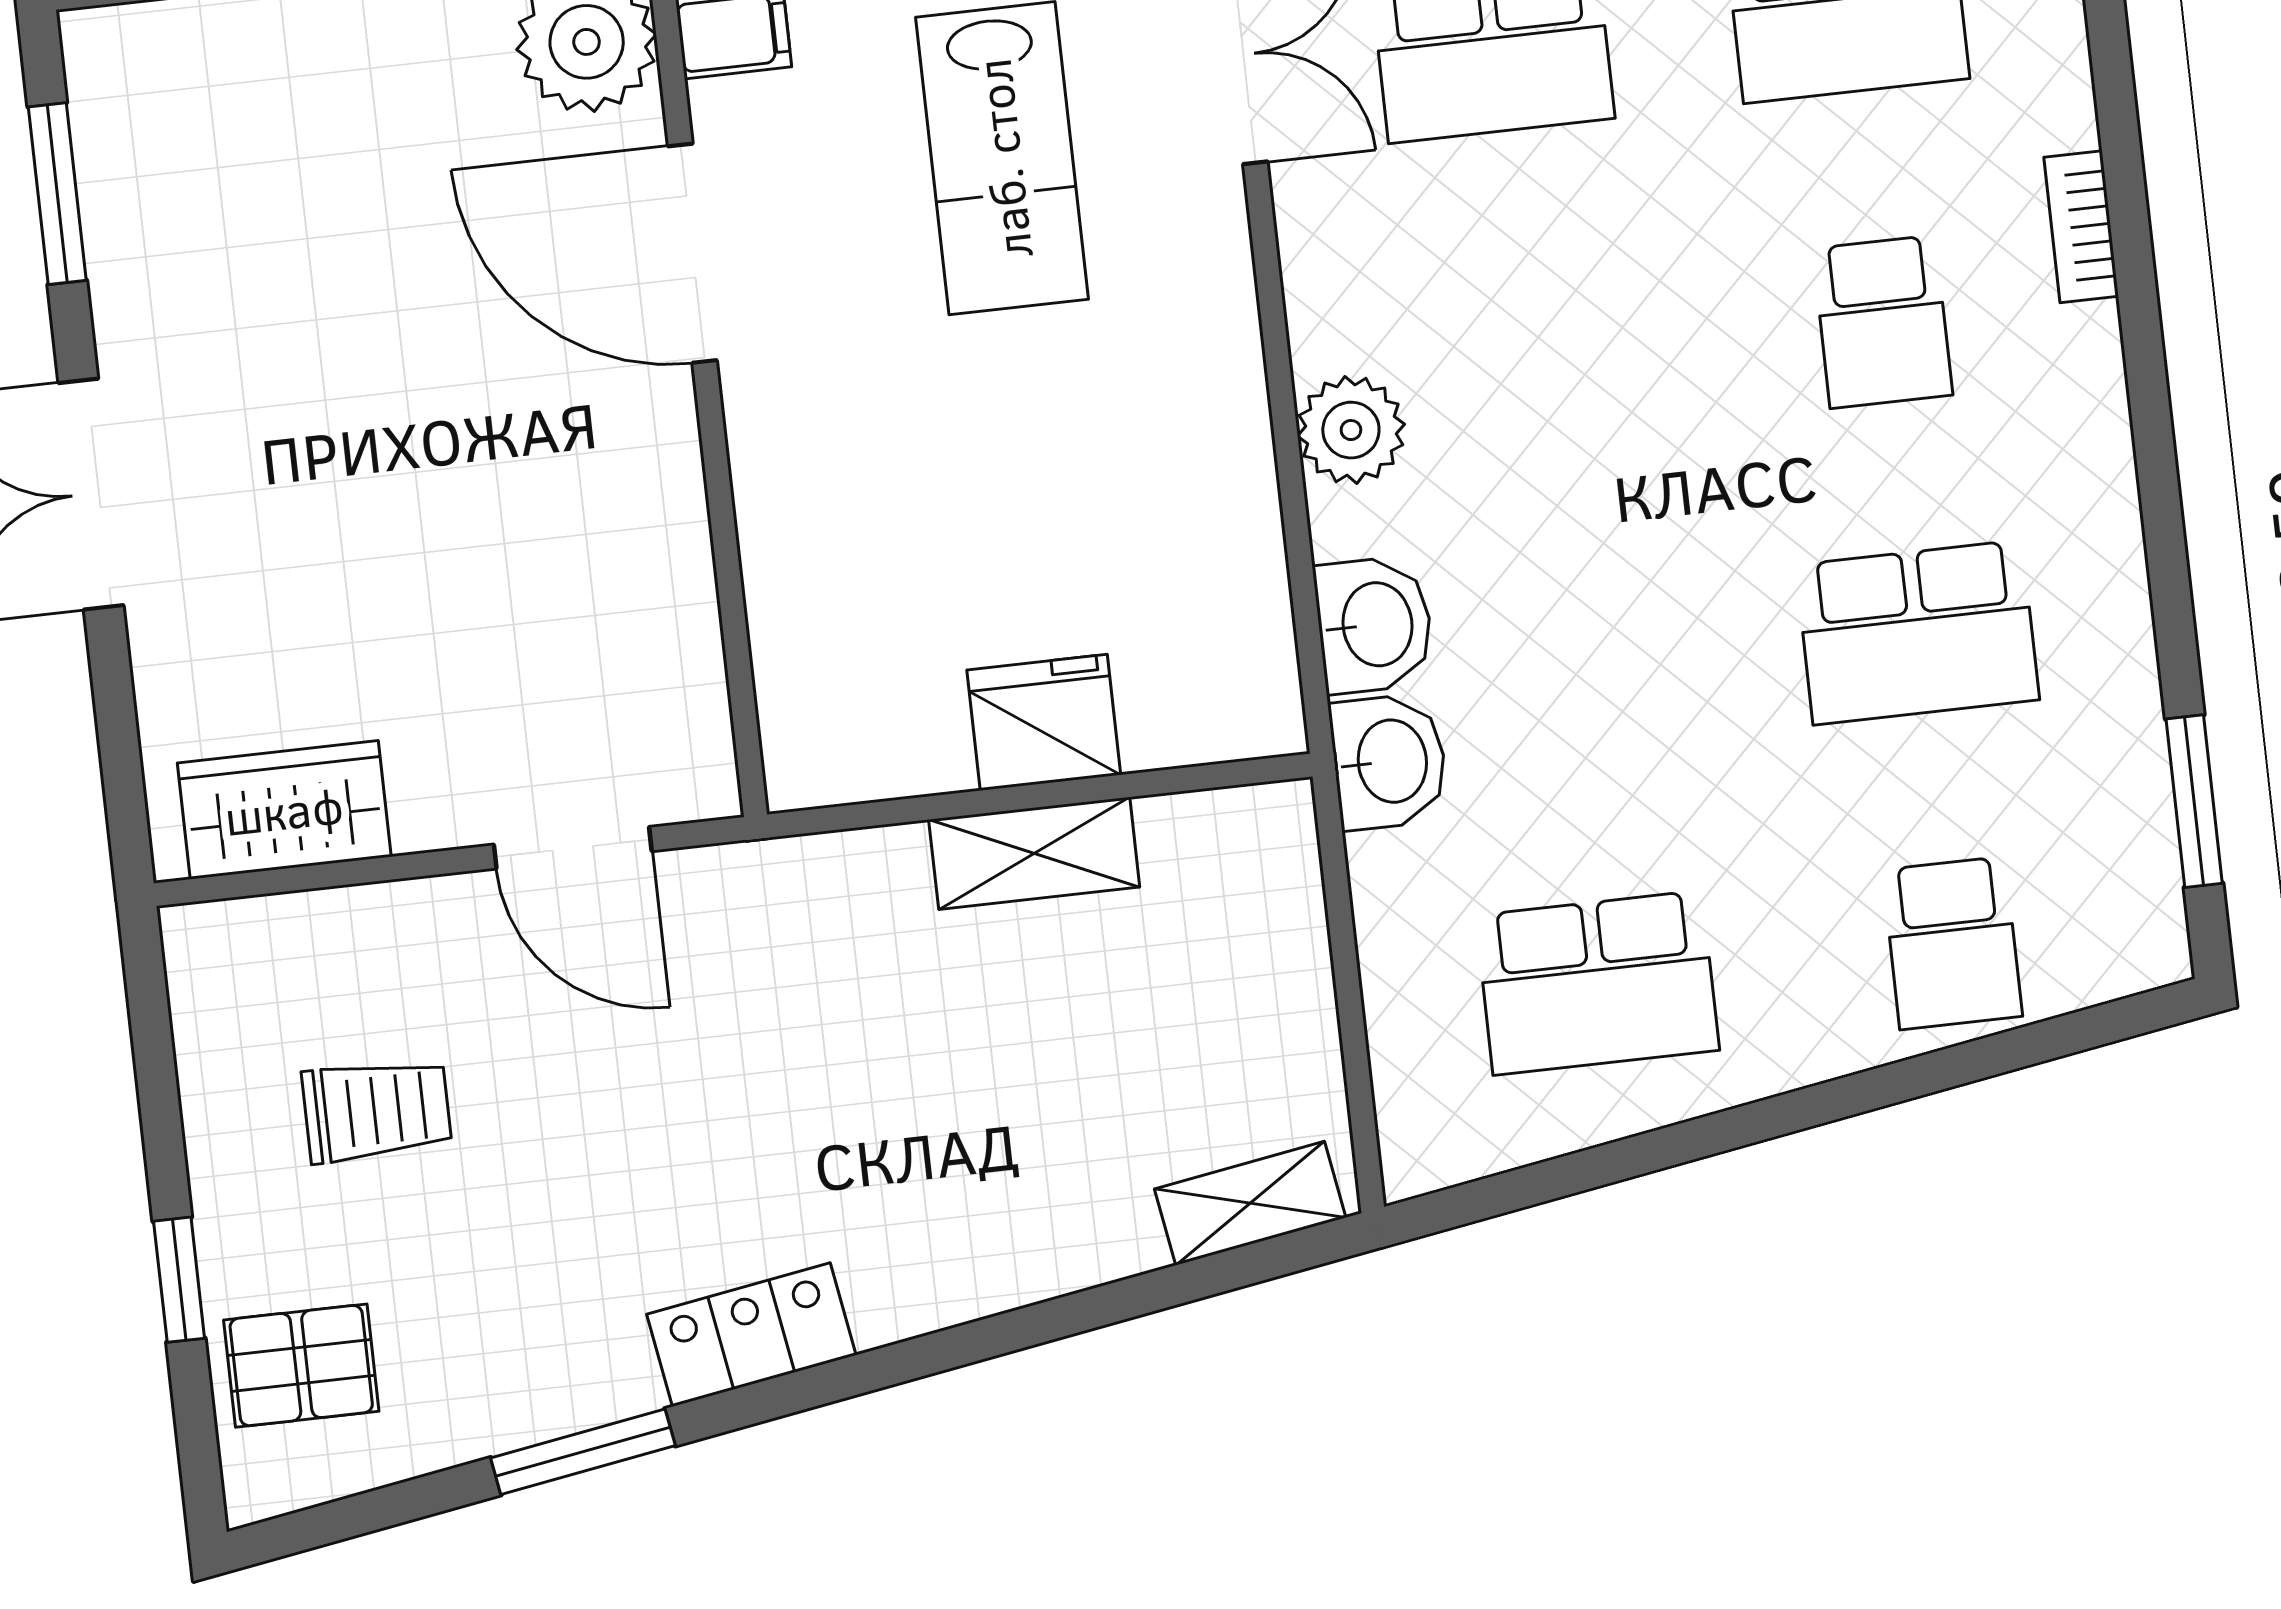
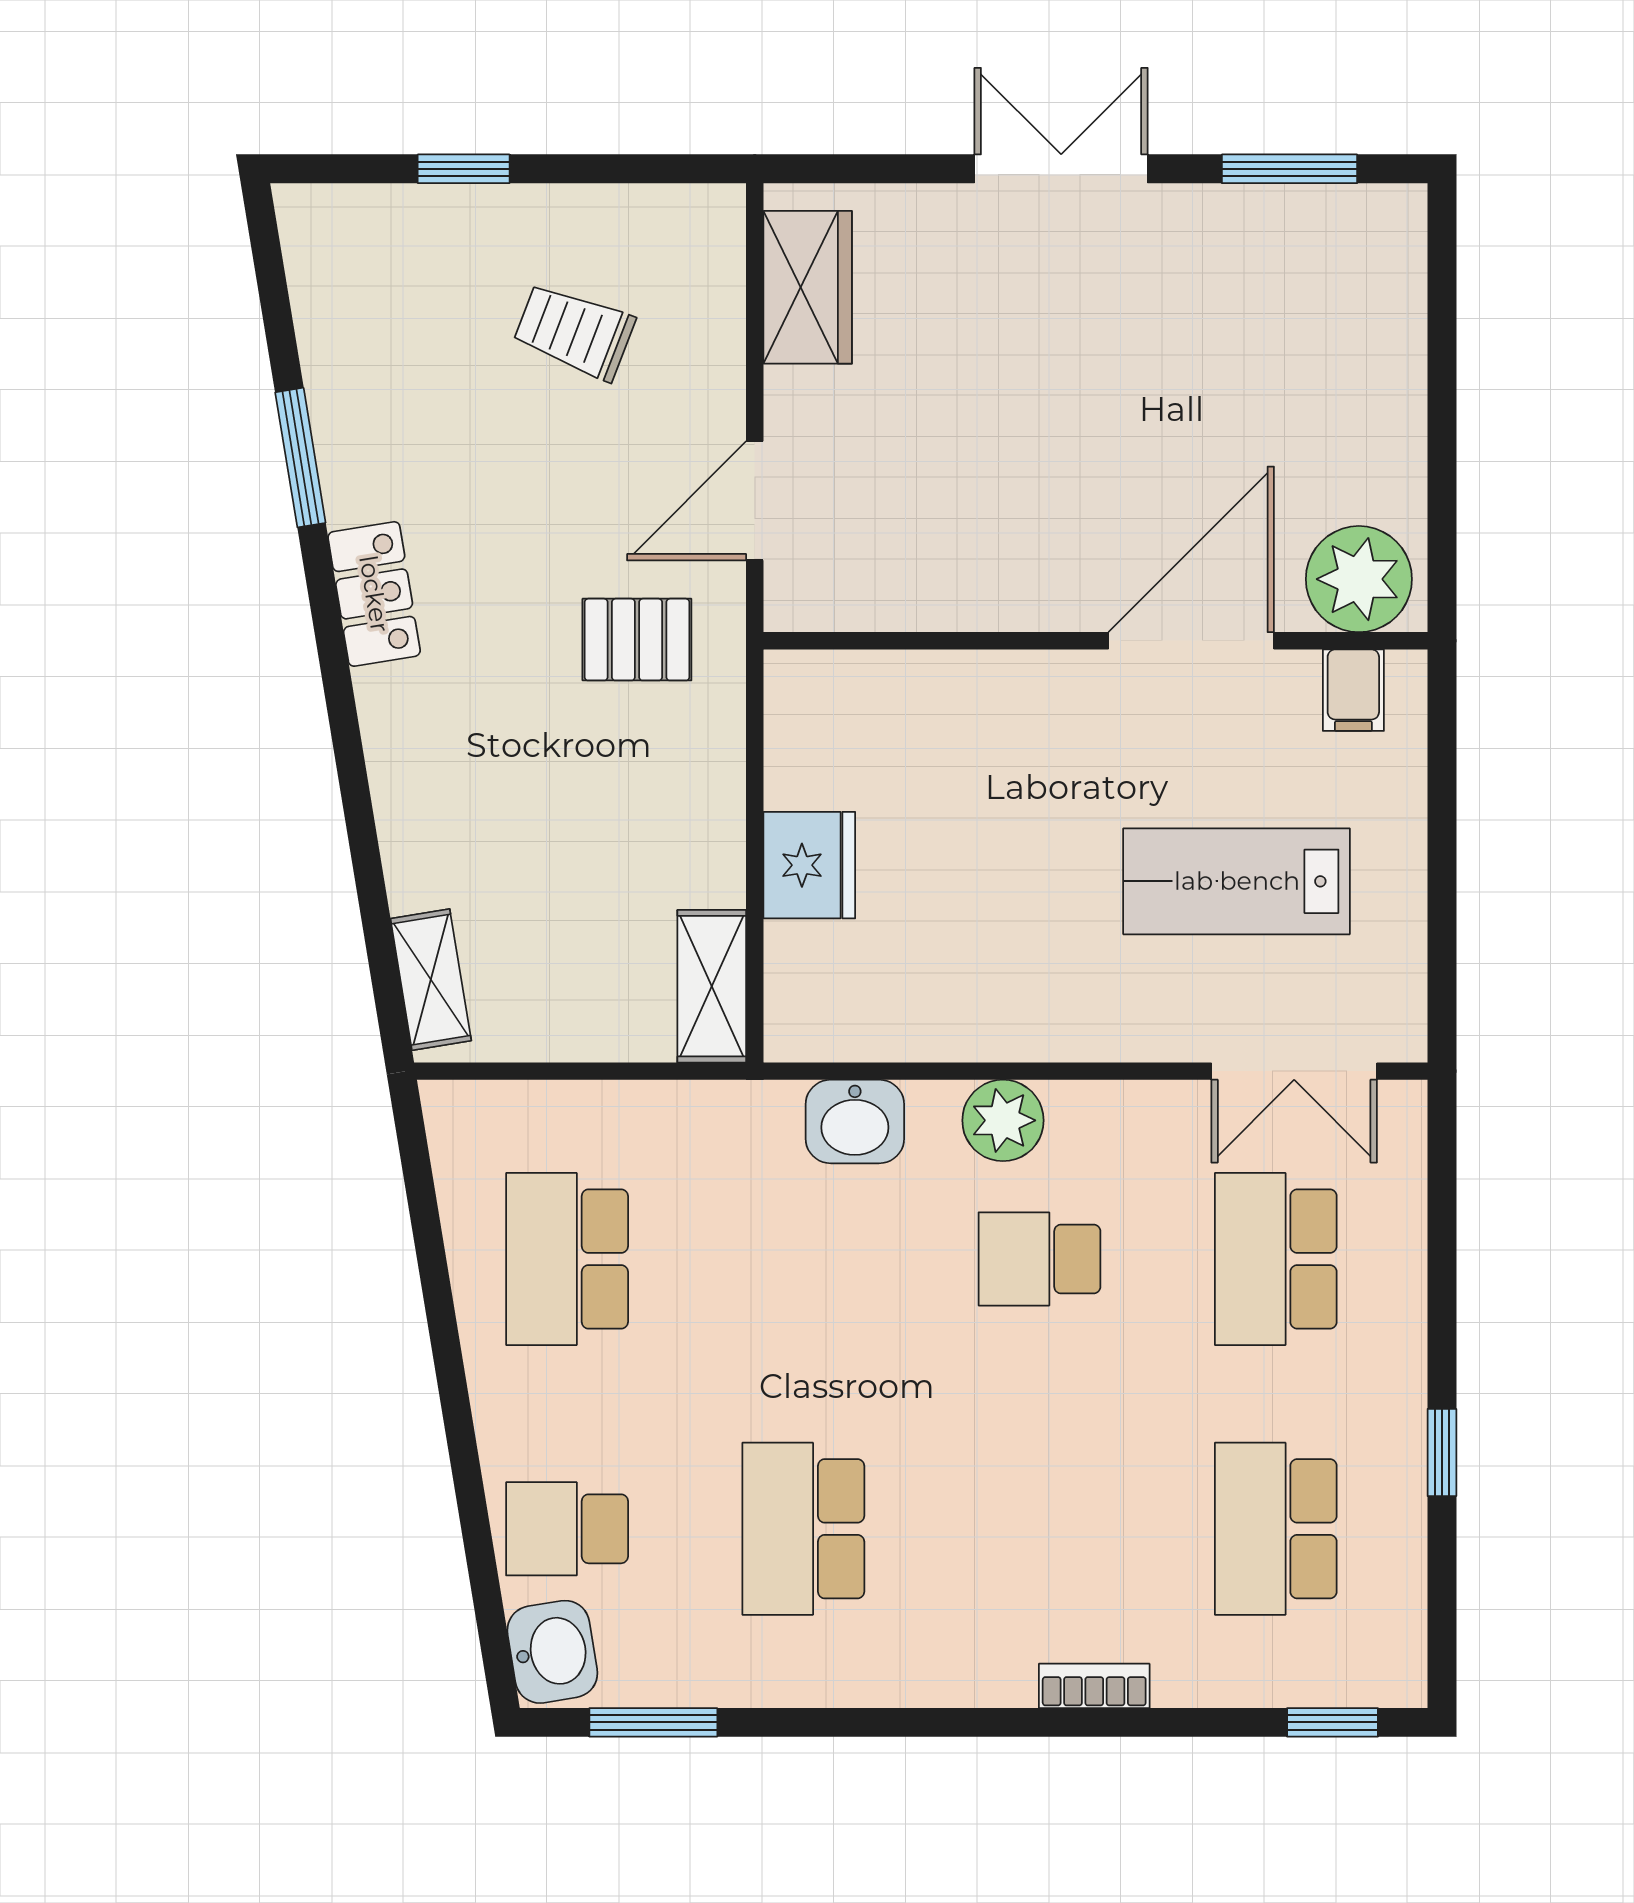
school desk: (1883, 322) -> (1040, 1259), moved
washbasin: (1389, 762) -> (552, 1652), moved, turned -99
shelving: (1034, 853) -> (712, 986), moved
trolley: (377, 1110) -> (574, 332), turned 111
pallet: (301, 1366) -> (637, 640), moved, turned 90

